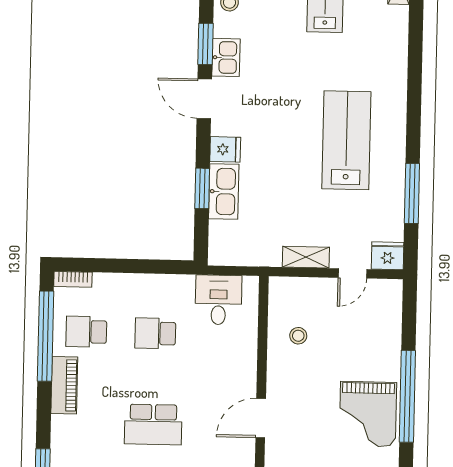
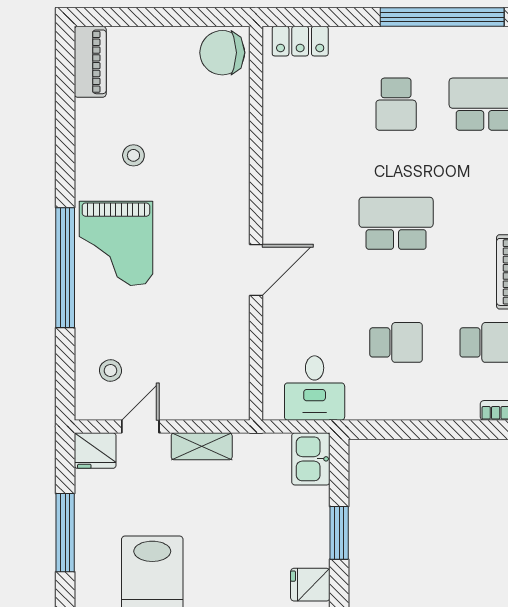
kitchen sink: (224, 191) -> (311, 459), moved, width x0.73
stool: (298, 336) -> (110, 370), moved
grand piano: (368, 414) -> (116, 243), turned 180
door: (261, 418) -> (256, 270), moved

